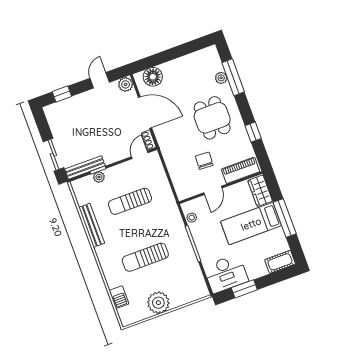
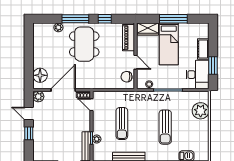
window: (233, 77) -> (75, 19), moved
window: (62, 94) -> (29, 133), moved
dining table: (212, 118) -> (84, 44), width x1.38
chair: (204, 161) -> (127, 77), moved
cot: (280, 262) -> (203, 49), moved
plant: (158, 303) -> (201, 111), moved

